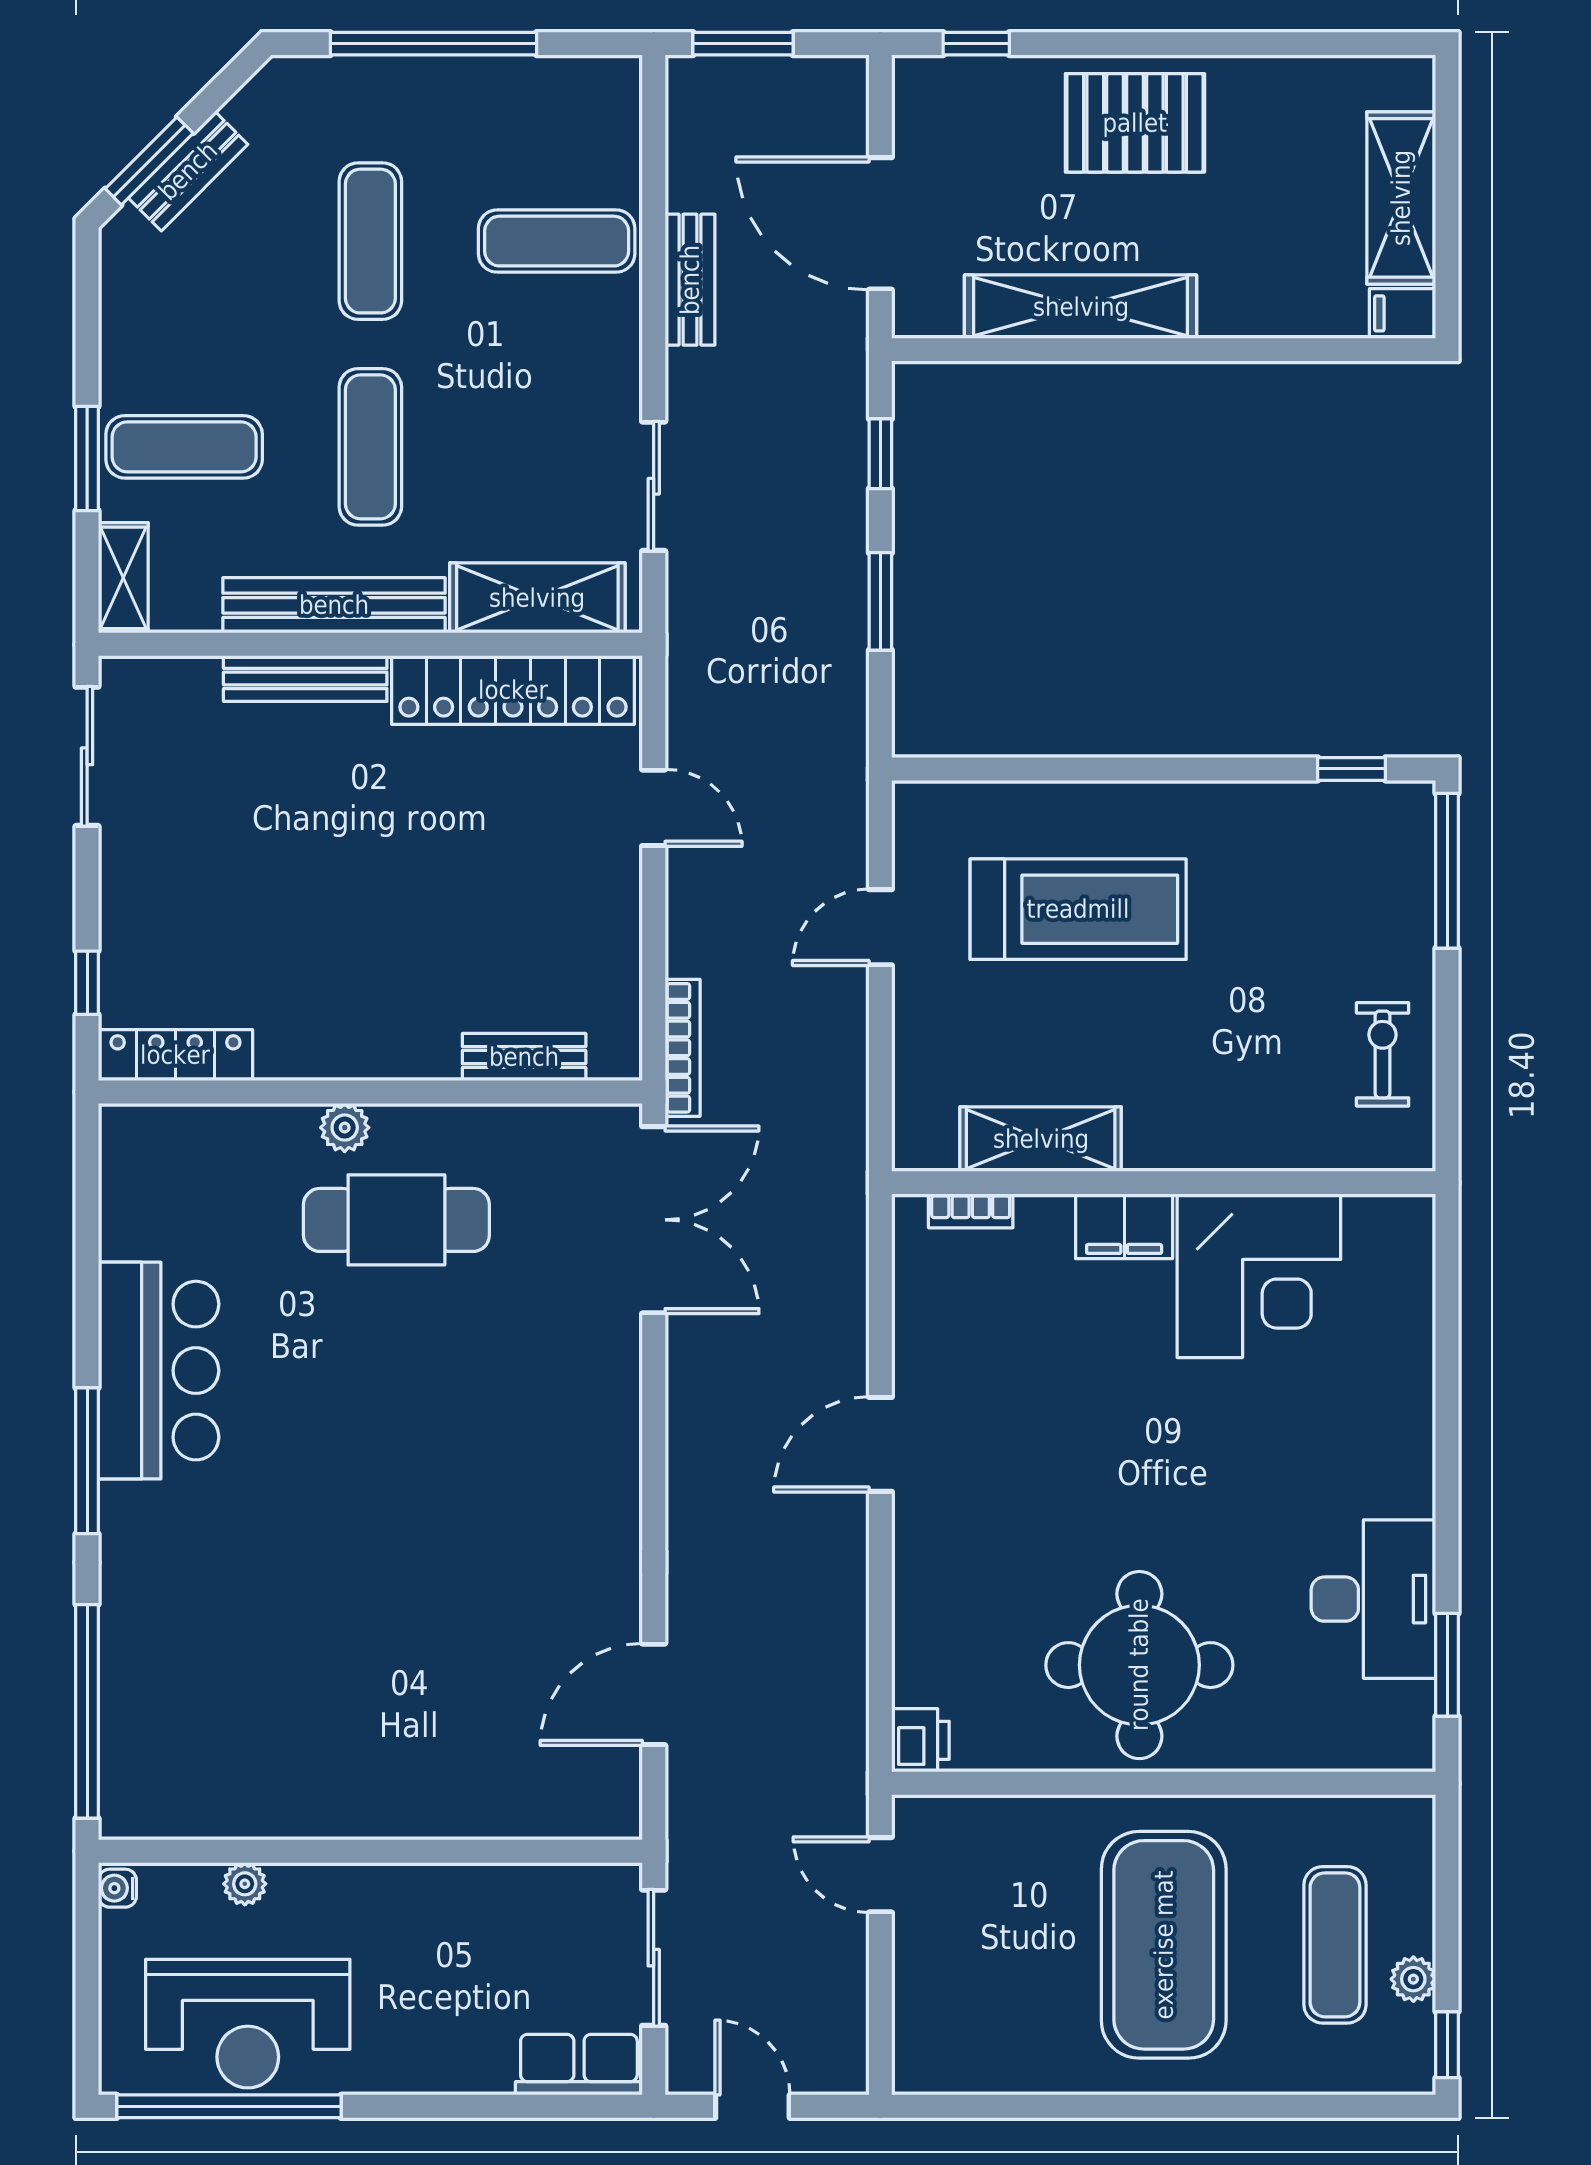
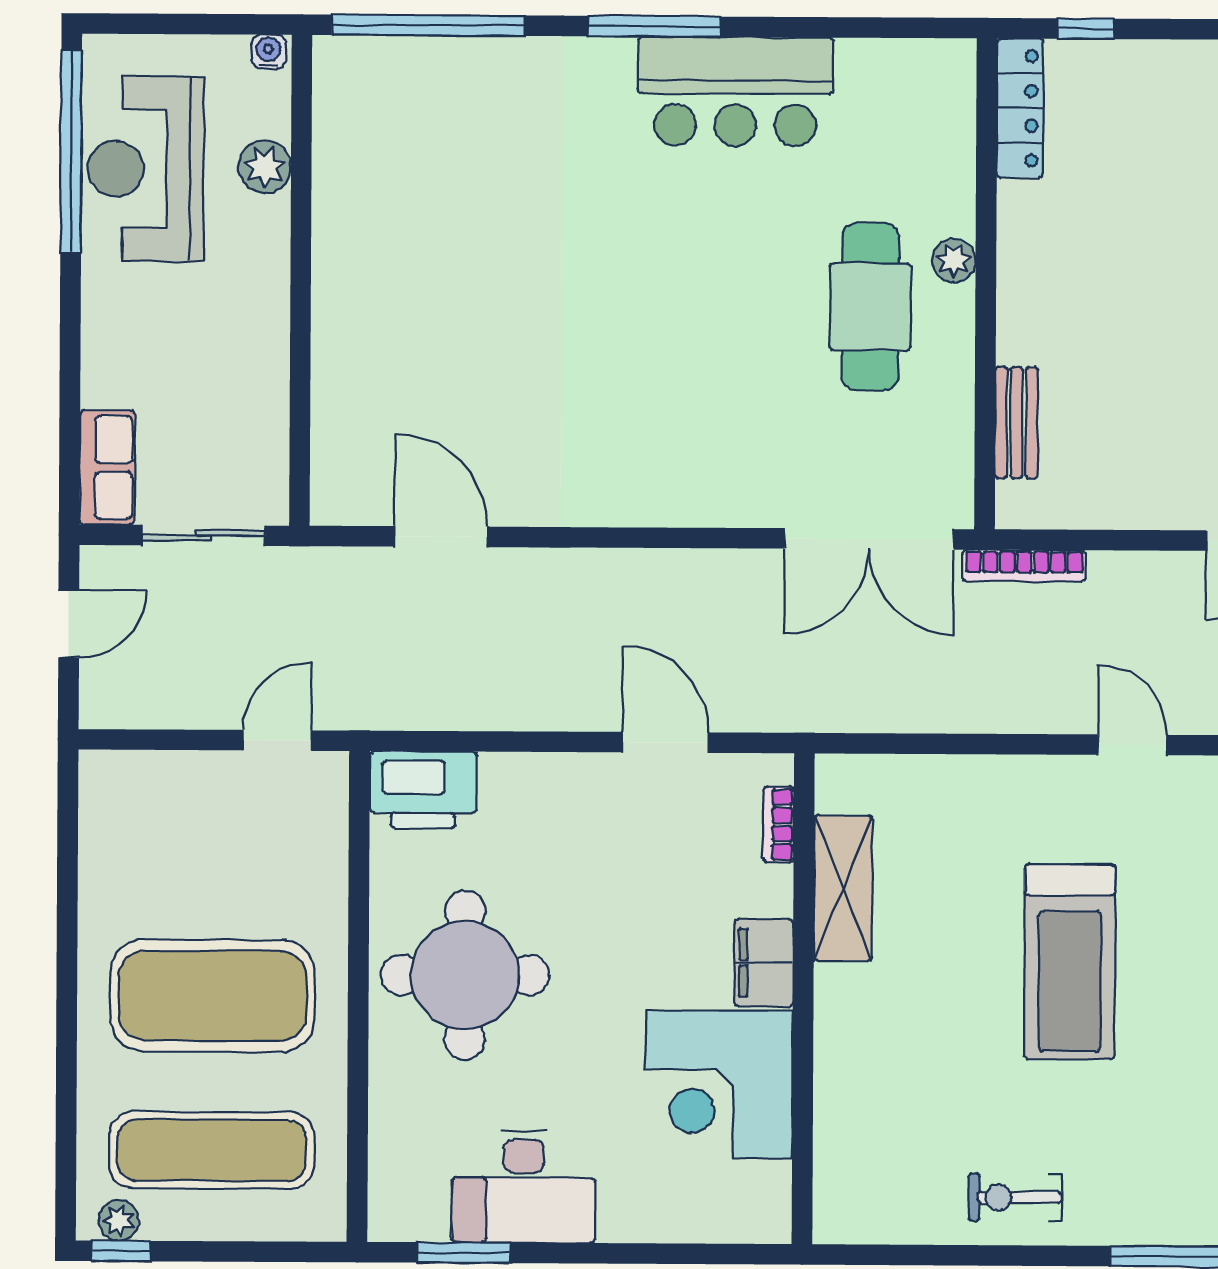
treadmill: (1078, 909) -> (1070, 962), moved
exercise bike: (1383, 1054) -> (1015, 1197), turned 180
shelving: (1041, 1139) -> (843, 888), moved
wall: (1164, 1183) -> (803, 999), moved
bookcase: (971, 1211) -> (779, 824), moved
filing cabinet: (1124, 1226) -> (764, 963), moved
corner desk: (1259, 1276) -> (719, 1084), moved
printer: (920, 1740) -> (423, 790), width x1.87, depth x1.48
plant: (245, 1884) -> (265, 167), width x1.38, depth x1.38
exercise mat: (1335, 1945) -> (212, 1150), width x1.36, depth x1.45
plant: (1413, 1979) -> (119, 1220), moved

